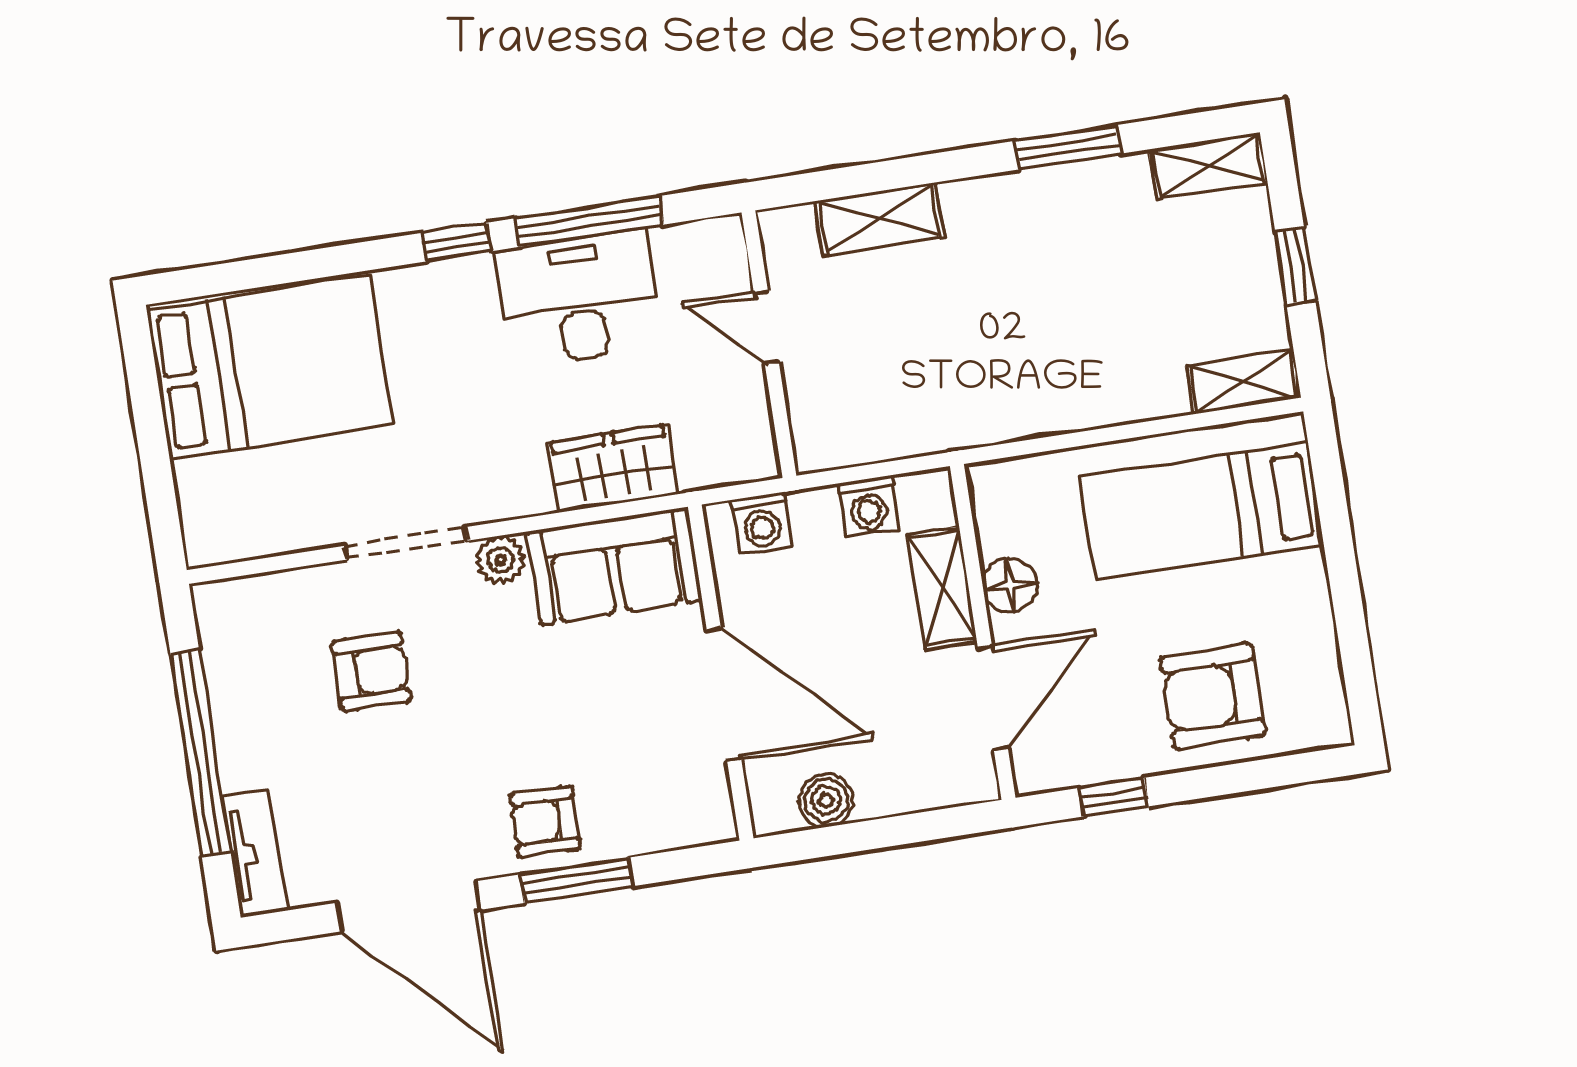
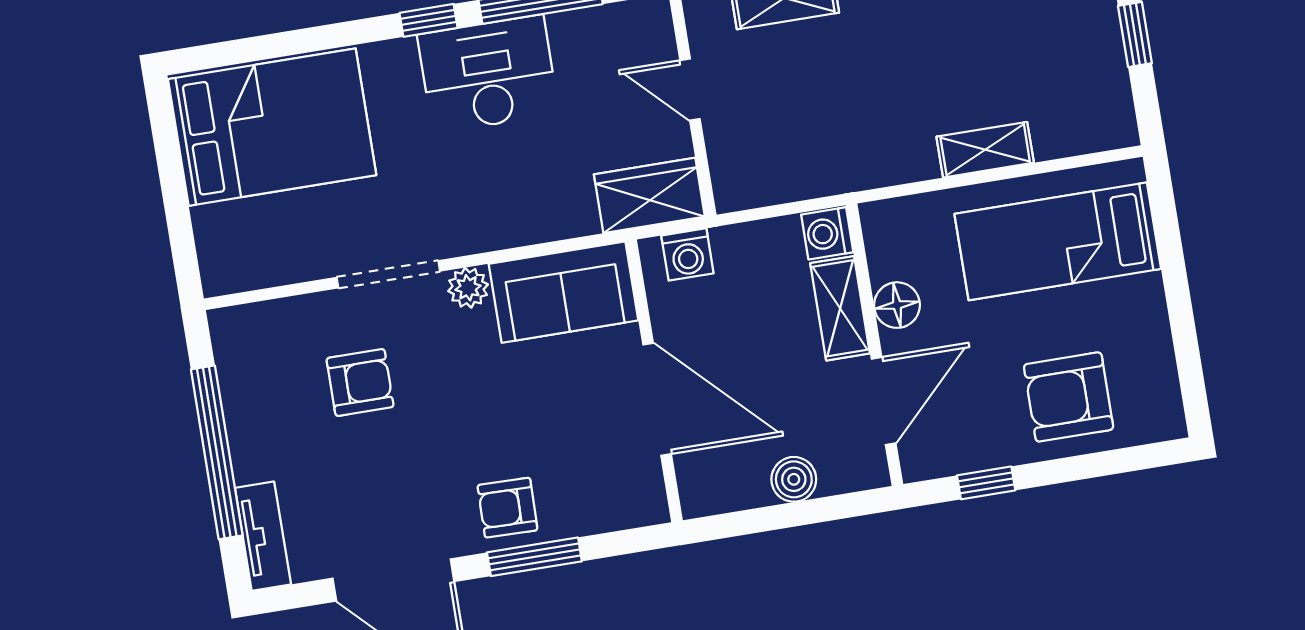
desk: (579, 298) -> (488, 74), moved
shelving: (1243, 382) -> (985, 150), moved
wardrobe: (612, 468) -> (649, 195), moved
washing machine: (868, 506) -> (827, 233), moved, turned 90
boiler: (826, 800) -> (794, 479), moved

